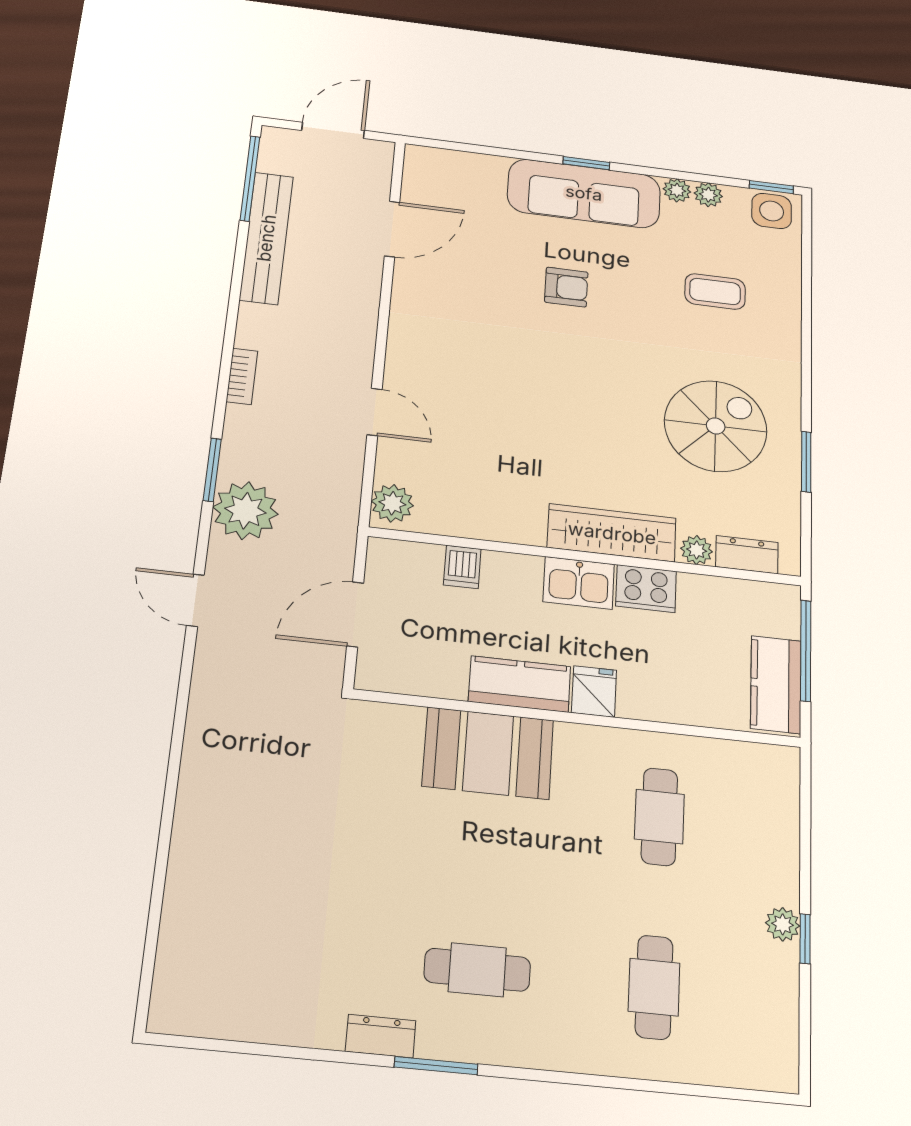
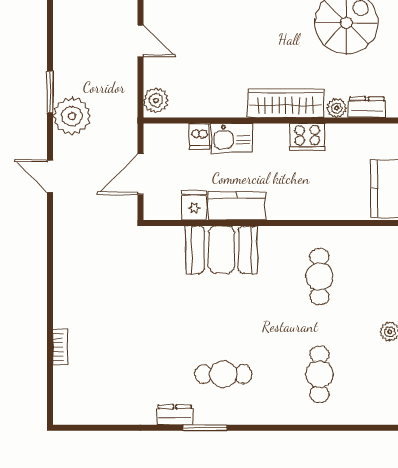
bookcase: (242, 376) -> (60, 347), moved
kitchen sink: (579, 583) -> (232, 138), moved
fridge: (594, 691) -> (194, 205), moved

